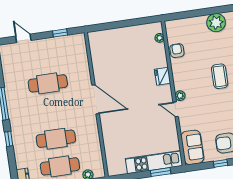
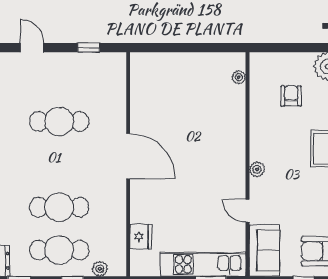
armchair: (177, 51) -> (291, 96), moved
fridge: (163, 76) -> (141, 237), moved, turned 180
door: (176, 109) -> (248, 211), moved

